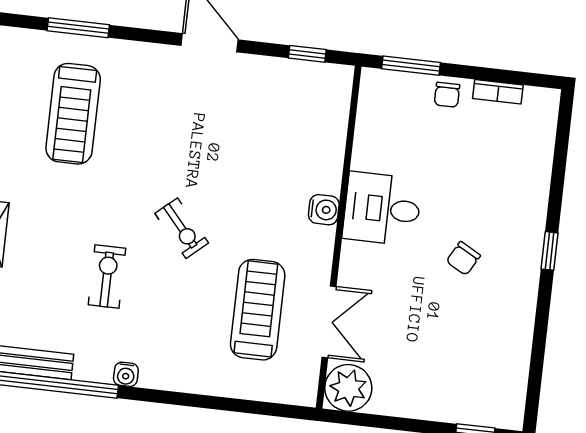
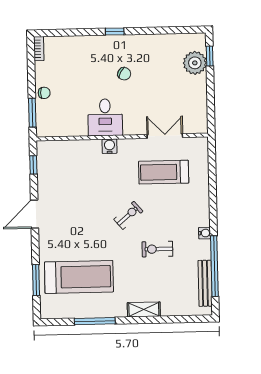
bookcase: (498, 92) -> (39, 49), moved
treadmill: (73, 114) -> (79, 277), width x1.37, depth x1.38
plant: (348, 388) -> (195, 63), moved

